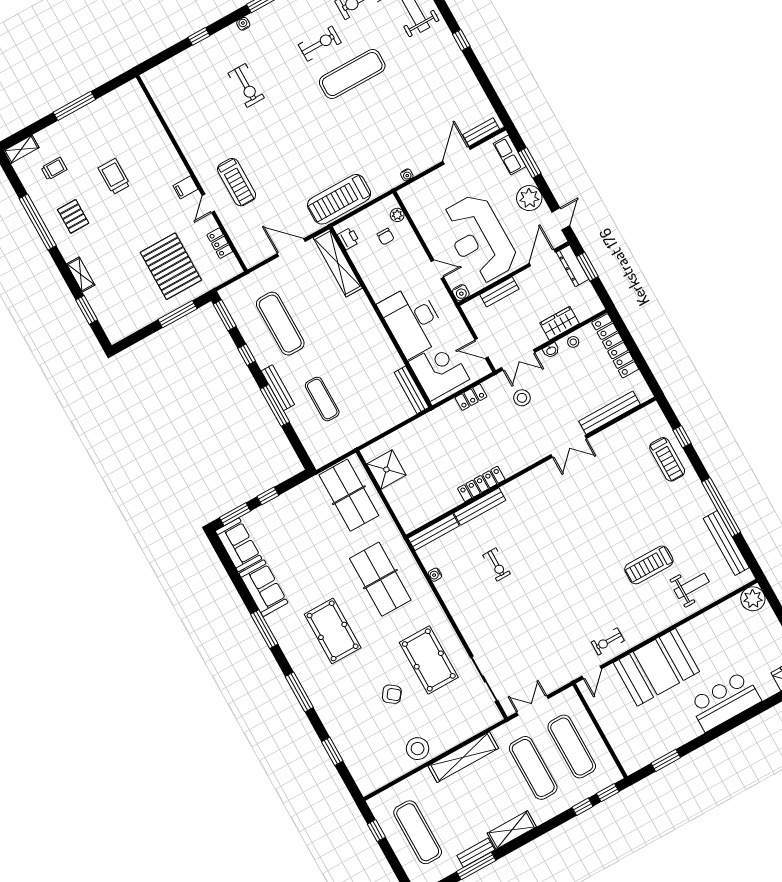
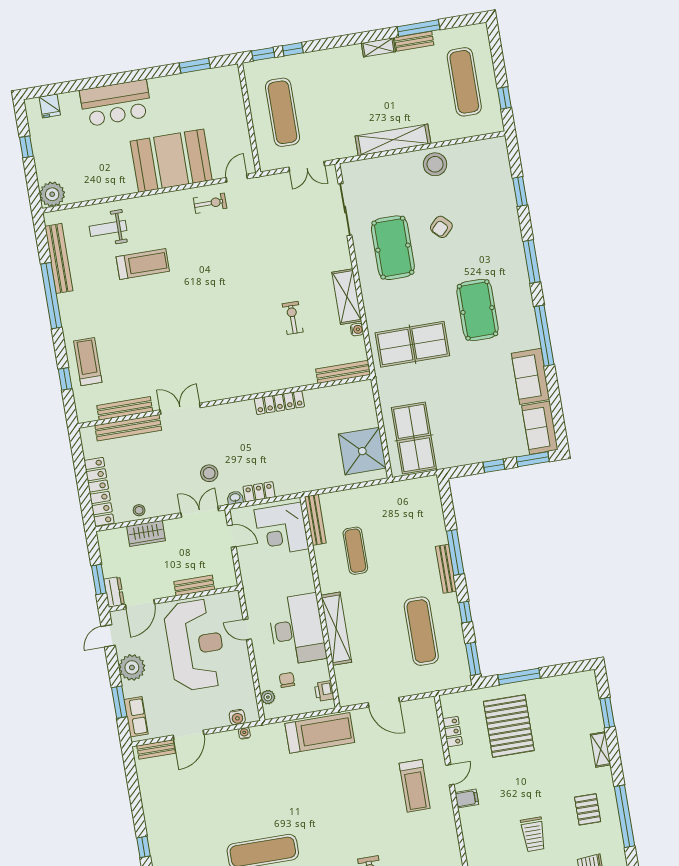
treadmill: (237, 182) -> (415, 786), turned 180
shelving: (338, 263) -> (336, 629), moved
dresser: (572, 266) -> (114, 592), width x0.70
water cooler: (461, 293) -> (237, 717), moved, turned 180
desk: (413, 321) -> (297, 629), moved
washbasin: (551, 350) -> (235, 498), moved
exercise mat: (322, 399) -> (355, 551), moved
shower: (386, 469) -> (362, 451), width x1.37, depth x1.37
bench: (480, 507) -> (125, 408), moved
table tennis table: (380, 579) -> (412, 344), turned 90
shelving: (455, 601) -> (347, 297), added
window: (264, 629) -> (544, 336), width x1.46
armchair: (392, 694) -> (441, 227), turned -82
exercise mat: (533, 768) -> (328, 105), removed
shelving: (512, 830) -> (378, 47), width x0.67, depth x0.75

